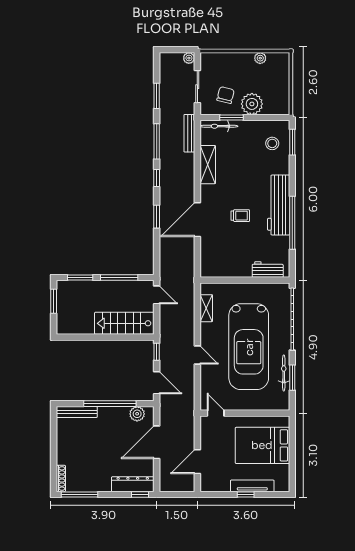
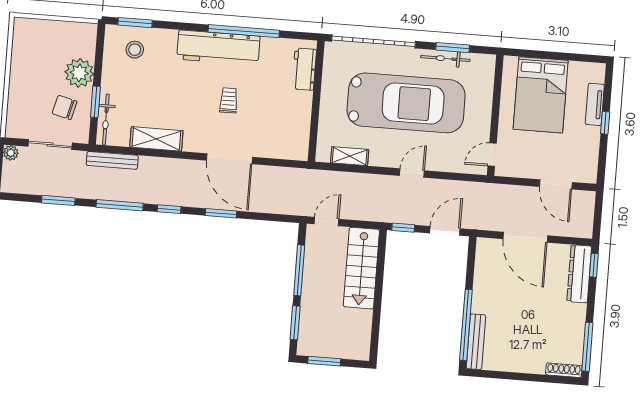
plant: (260, 58) -> (18, 57), removed
window: (110, 404) -> (466, 325), moved
plant: (137, 414) -> (485, 260), removed
tv unit: (252, 486) -> (595, 104), width x0.71

